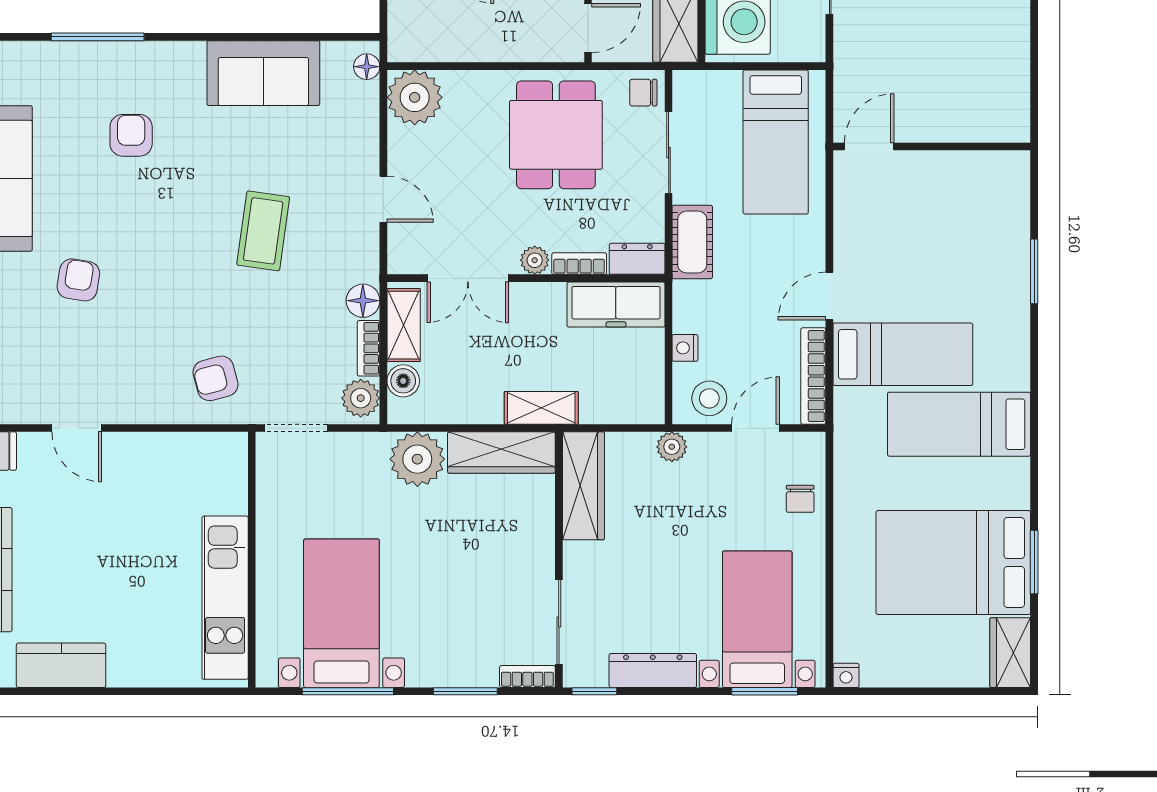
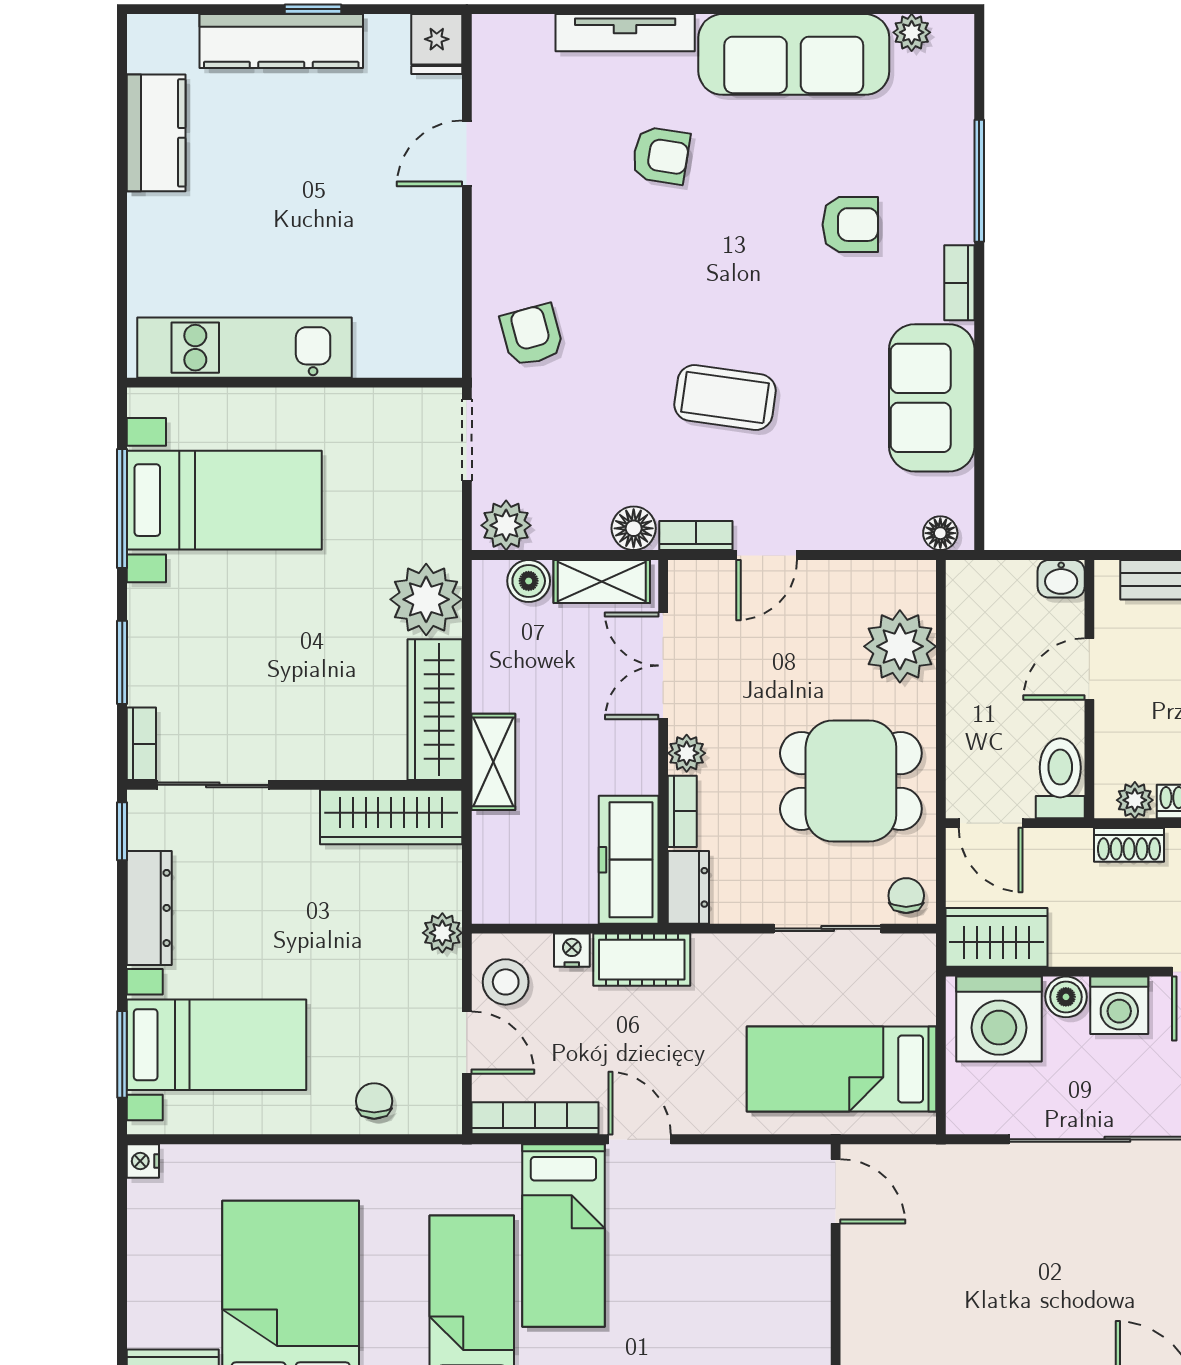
bookcase: (175, 52) -> (959, 283), added
plant: (415, 97) -> (900, 646), moved
cot: (692, 242) -> (642, 960), moved
bookcase: (369, 348) -> (696, 536), moved
chair: (800, 499) -> (374, 1101), turned 90

